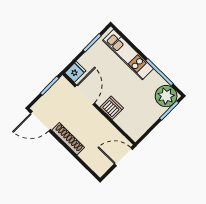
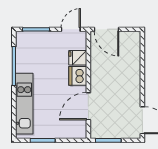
fridge: (75, 72) -> (78, 58), moved
plant: (166, 96) -> (27, 43), removed
door: (147, 133) -> (71, 29), added
shoe rack: (68, 139) -> (135, 86), removed

